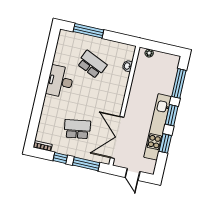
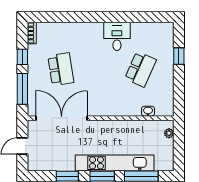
window: (88, 31) -> (179, 56), width x0.46
desk: (60, 81) -> (117, 36), width x0.73
kitchen unit: (158, 127) -> (115, 163), moved

